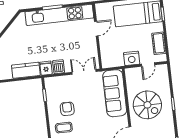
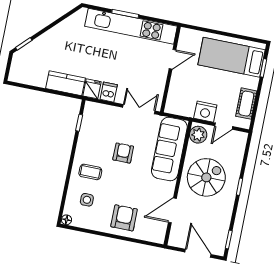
plant: (132, 76) -> (198, 135), added
spiral stairs: (147, 105) -> (206, 177), turned -90
armchair: (67, 109) -> (123, 153), moved

